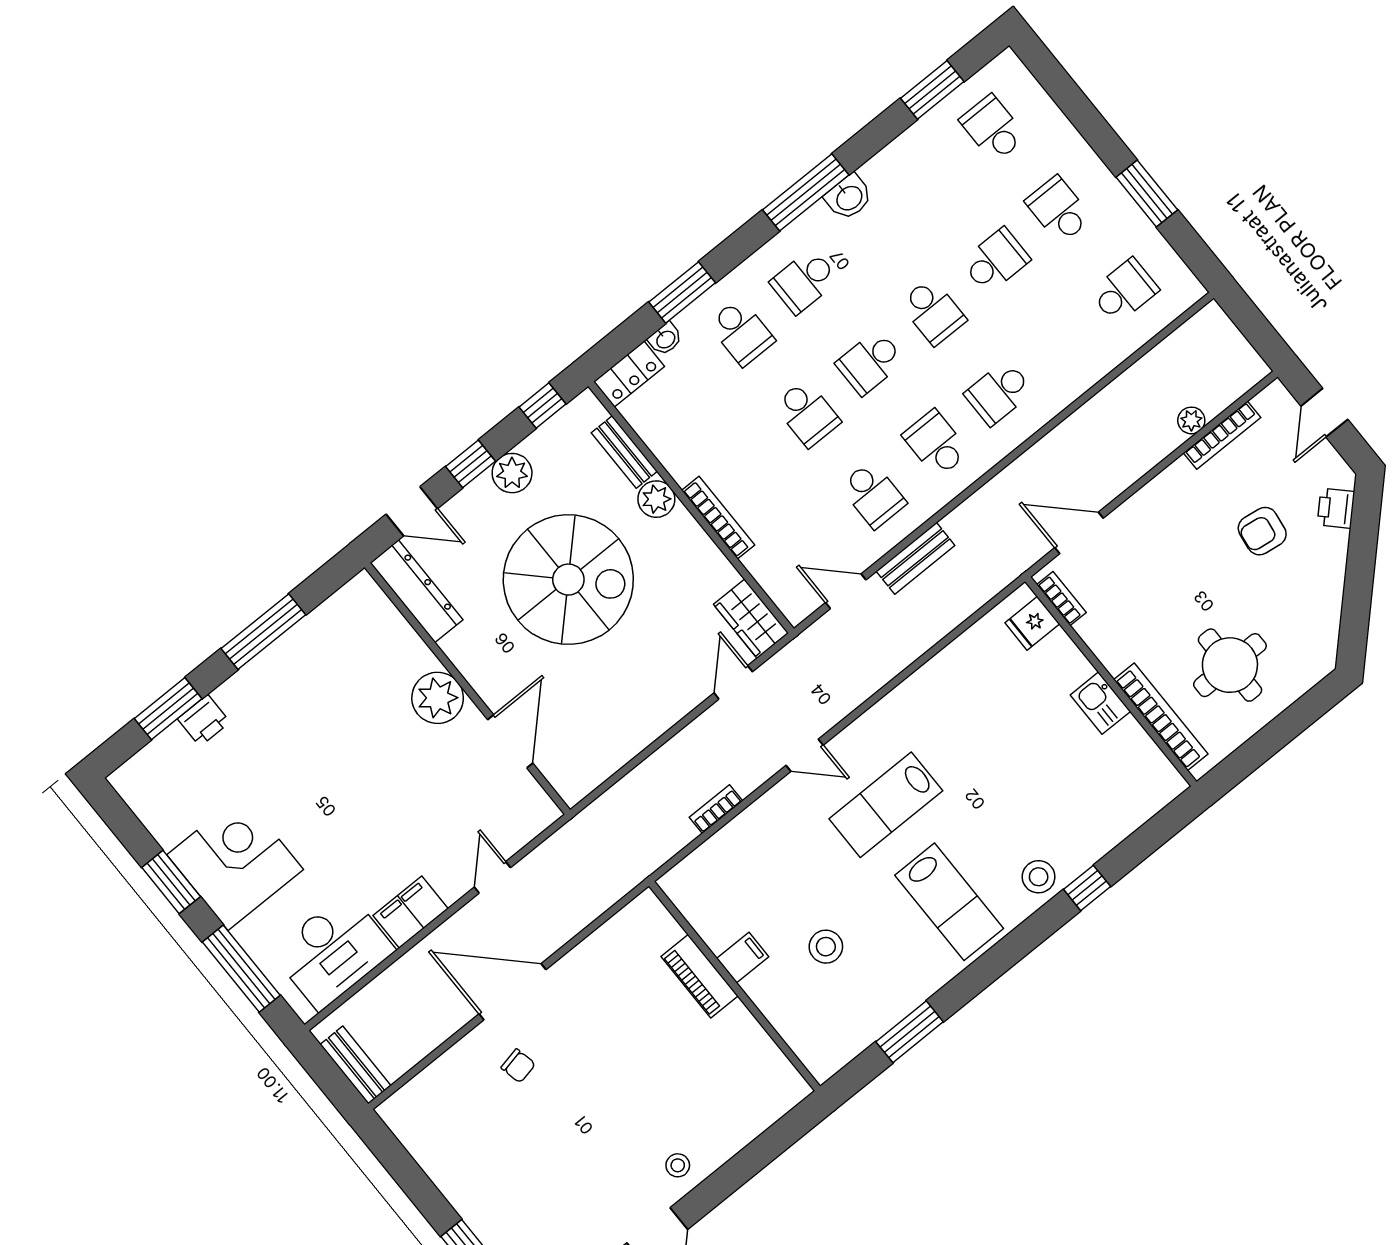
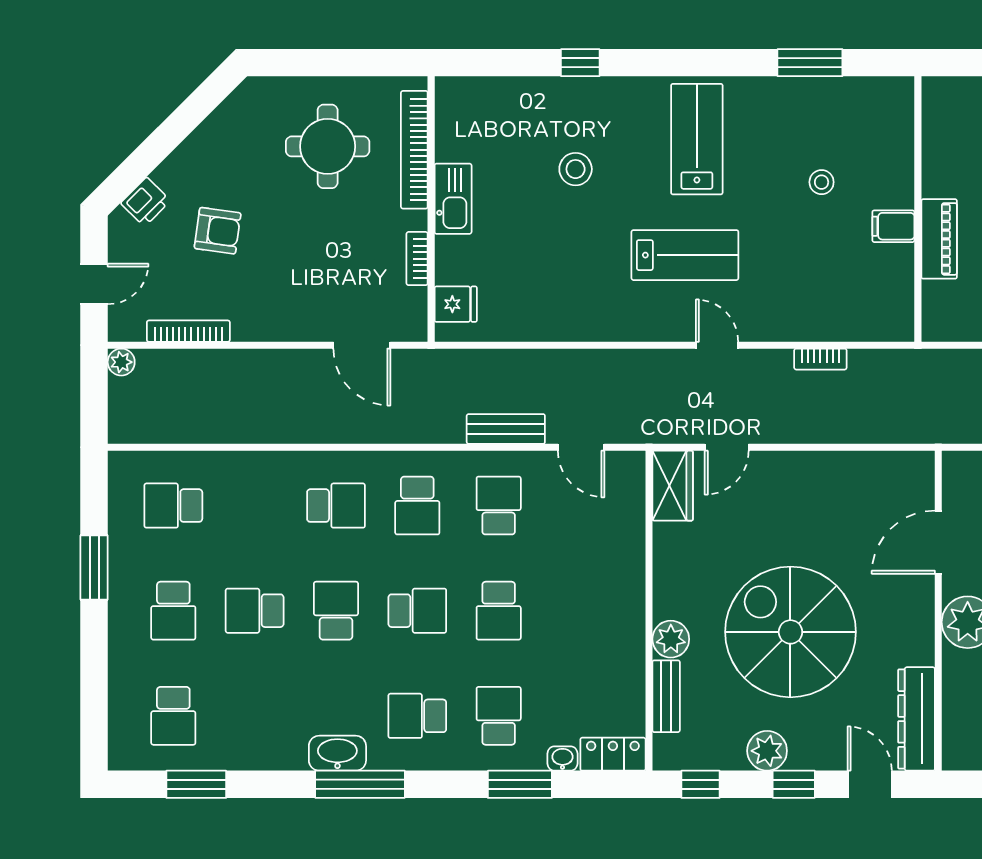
washbasin: (849, 197) -> (337, 753), width x1.38
school desk: (804, 281) -> (417, 716), turned 180
school desk: (807, 413) -> (499, 611), turned 180
plant: (1191, 420) -> (121, 362), moved
bookcase: (718, 518) -> (634, 586), removed
bookcase: (1062, 598) -> (417, 259), moved
kitchen sink: (1100, 703) -> (453, 199), width x1.38
stool: (1039, 877) -> (576, 169), moved
stool: (826, 947) -> (822, 182), width x0.73, depth x0.73

